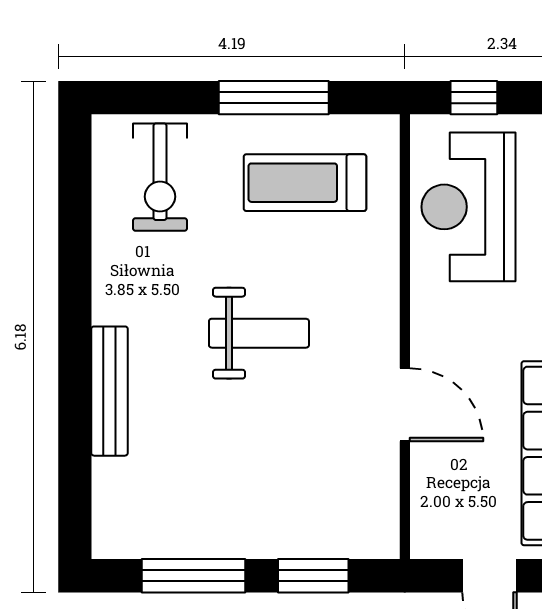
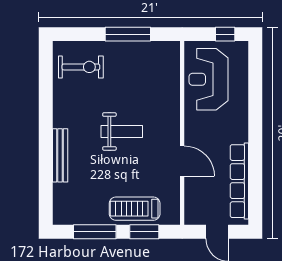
window: (474, 98) -> (225, 34), moved
exercise bike: (160, 177) -> (81, 67), turned -90
treadmill: (305, 183) -> (135, 209), moved

